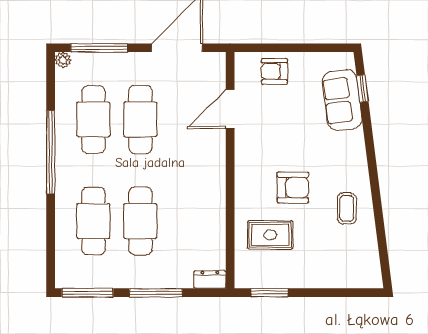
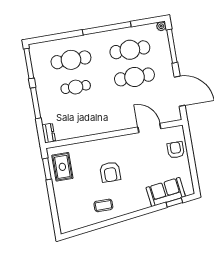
cafe table: (140, 221) -> (76, 87), width x0.73, depth x0.74
rug: (270, 235) -> (62, 167), moved

